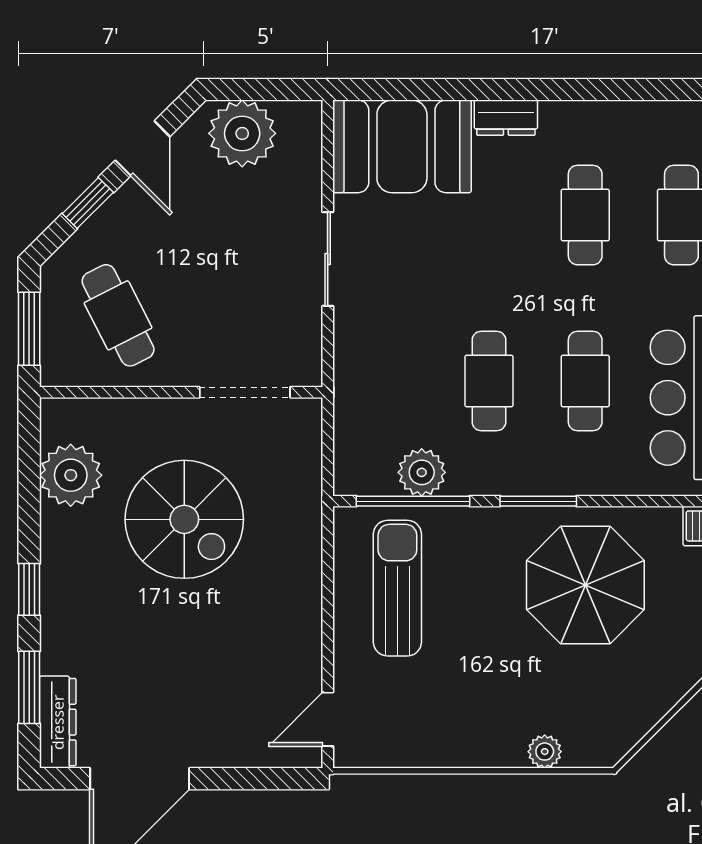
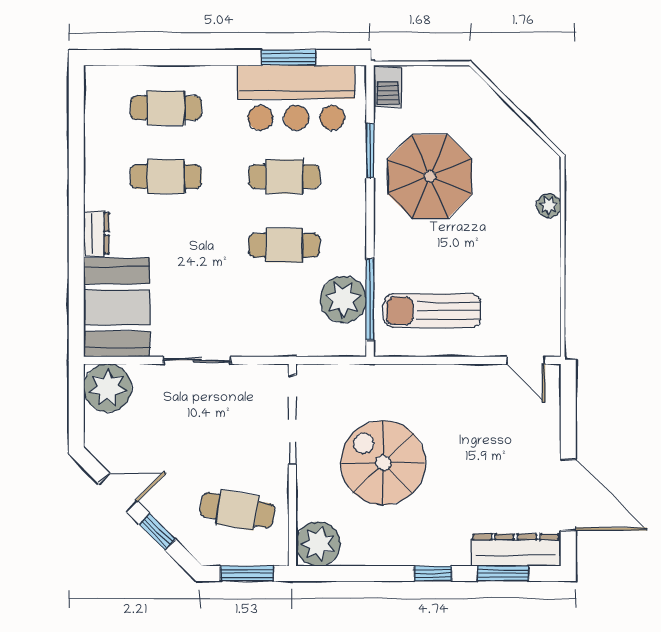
plant: (242, 133) -> (108, 388), moved
cafe table: (118, 315) -> (237, 510), turned 37
doorway: (245, 392) -> (292, 420), width x1.36
plant: (422, 472) -> (343, 299), width x1.36, depth x1.36
plant: (71, 475) -> (318, 544), moved
window: (538, 501) -> (370, 150), moved
spiral stairs: (184, 519) -> (383, 463), turned -90
dresser: (58, 722) -> (516, 550), width x1.37, depth x1.24

